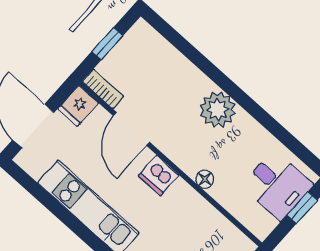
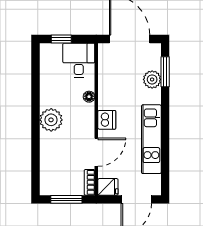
window: (107, 44) -> (66, 199), width x1.50
desk: (277, 185) -> (79, 60), moved

